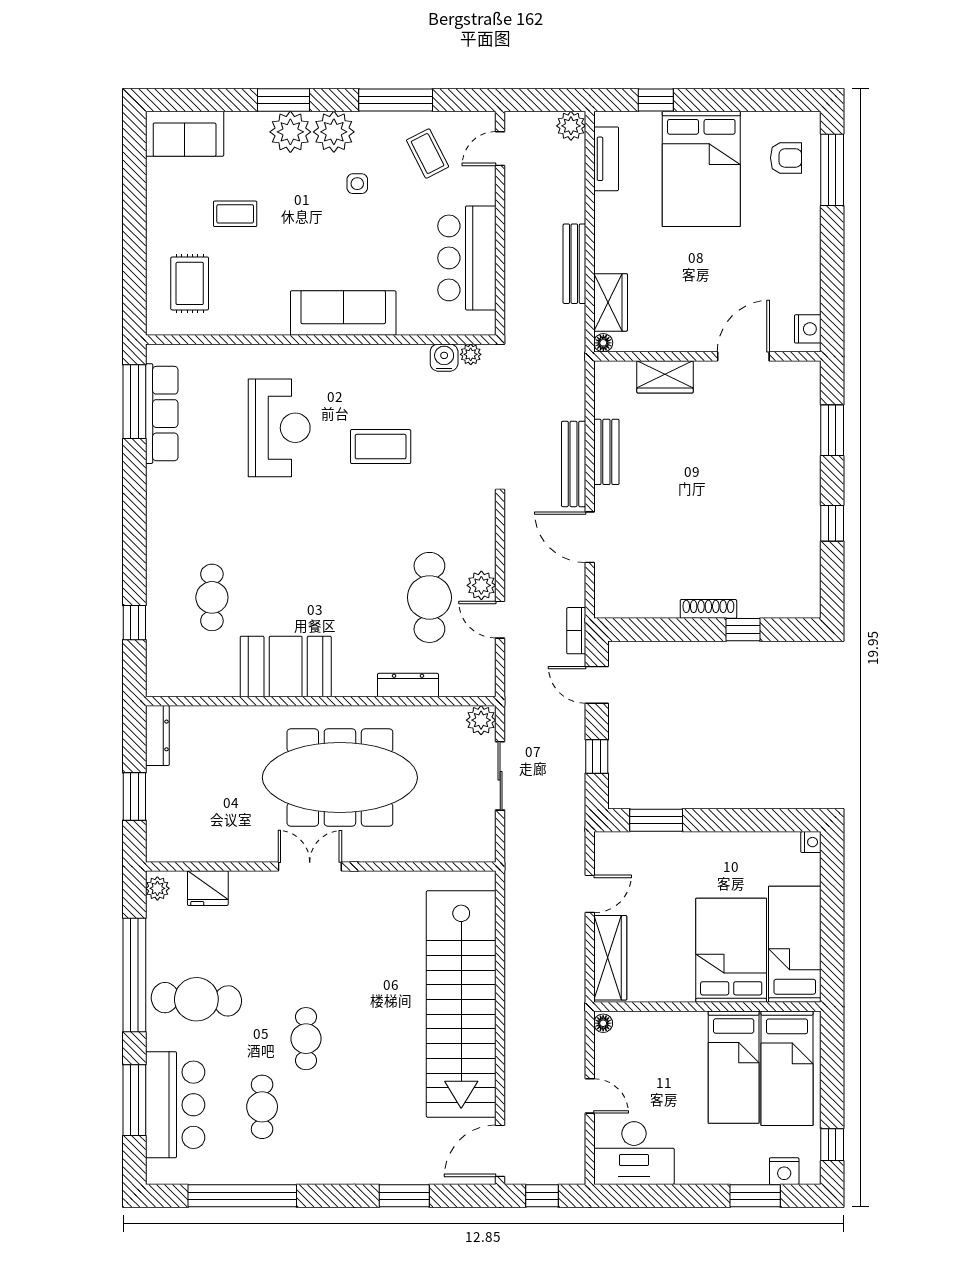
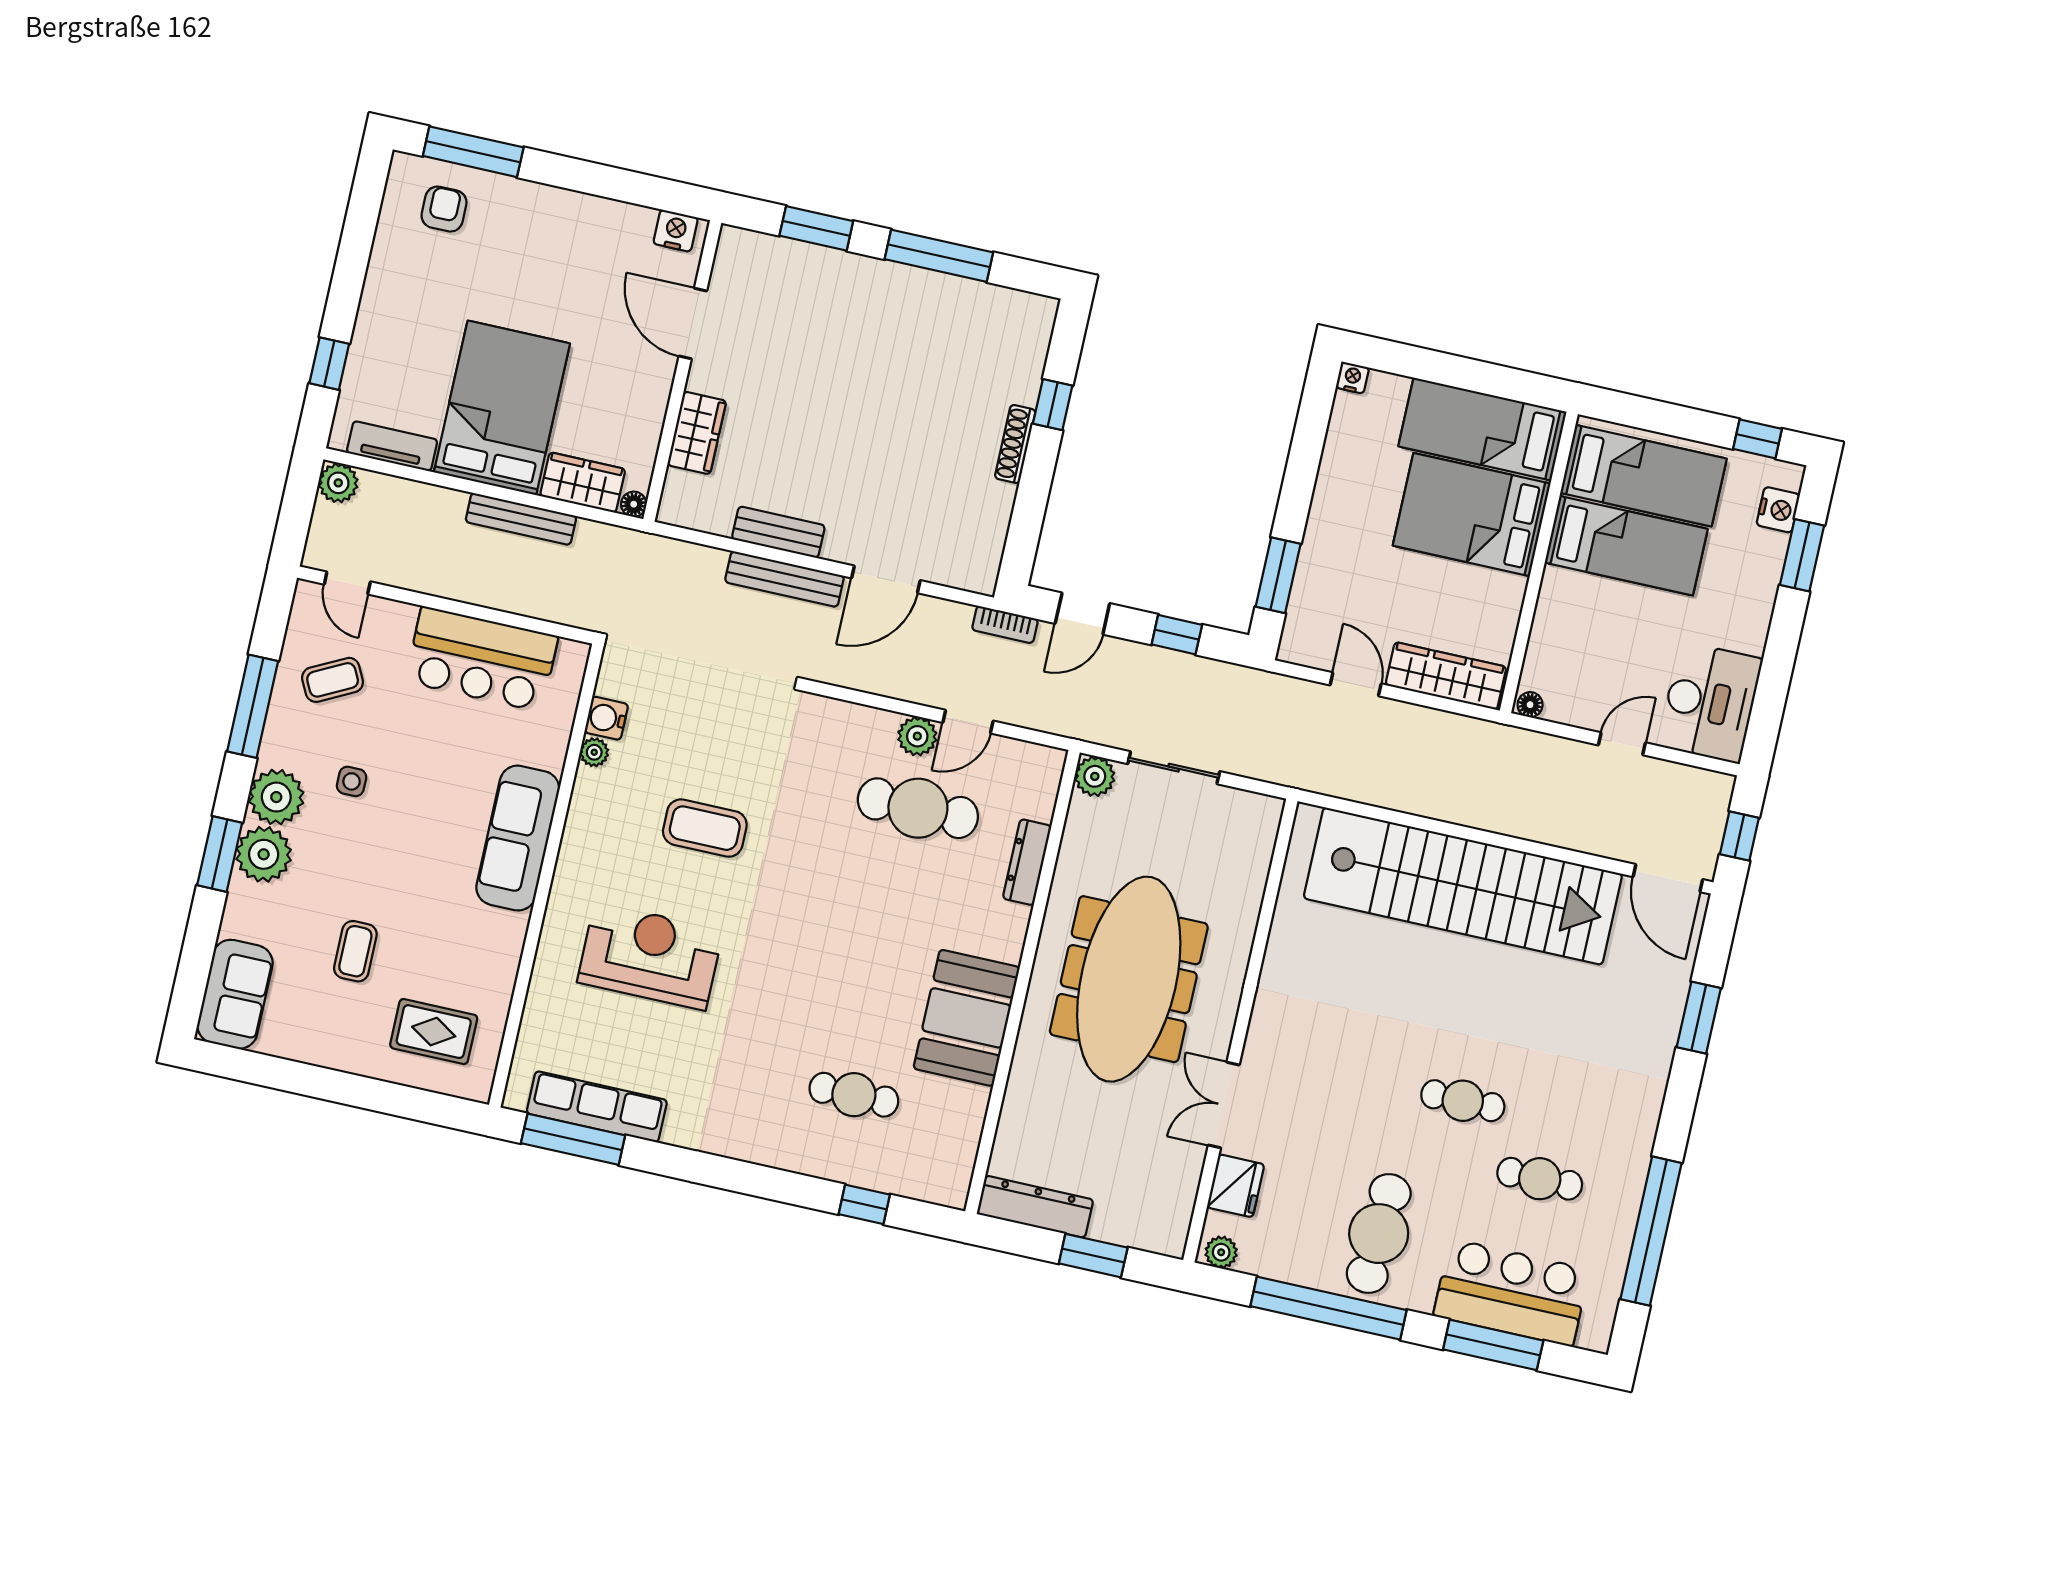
bed: (701, 169) -> (502, 408), moved, turned -90
plant: (471, 354) -> (594, 752), moved
coffee table: (381, 447) -> (705, 828), turned 90
window: (832, 523) -> (939, 256), width x2.17
dresser: (157, 735) -> (1035, 1207), width x1.37, depth x1.24
double door: (310, 866) -> (1224, 1105), moved

